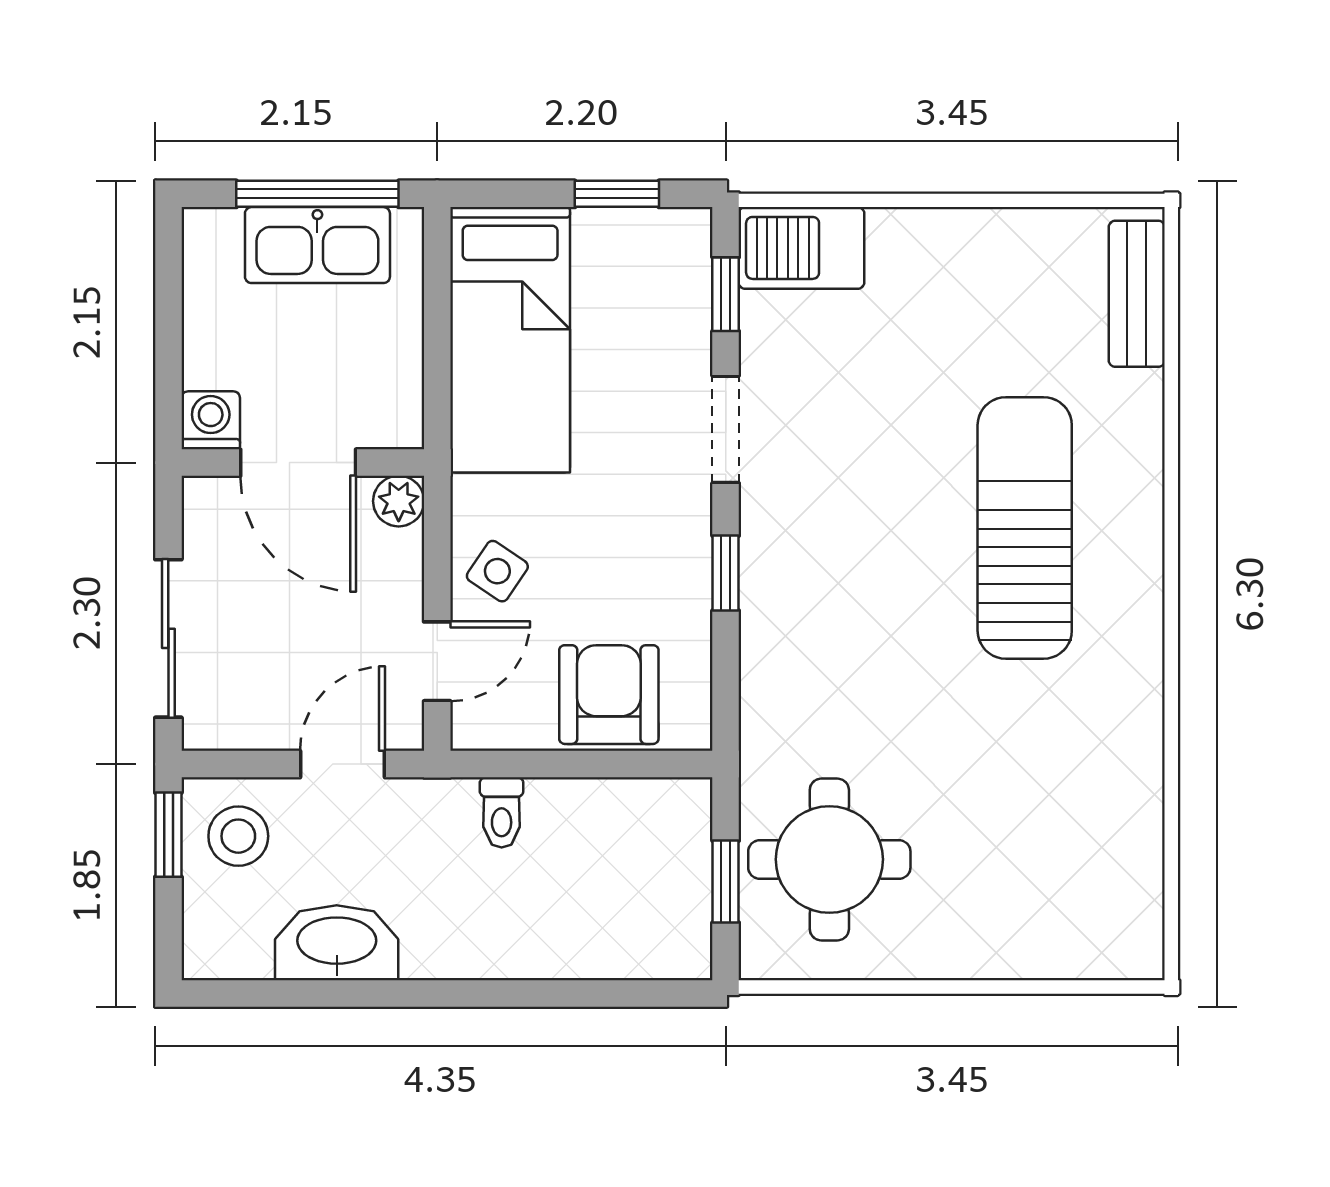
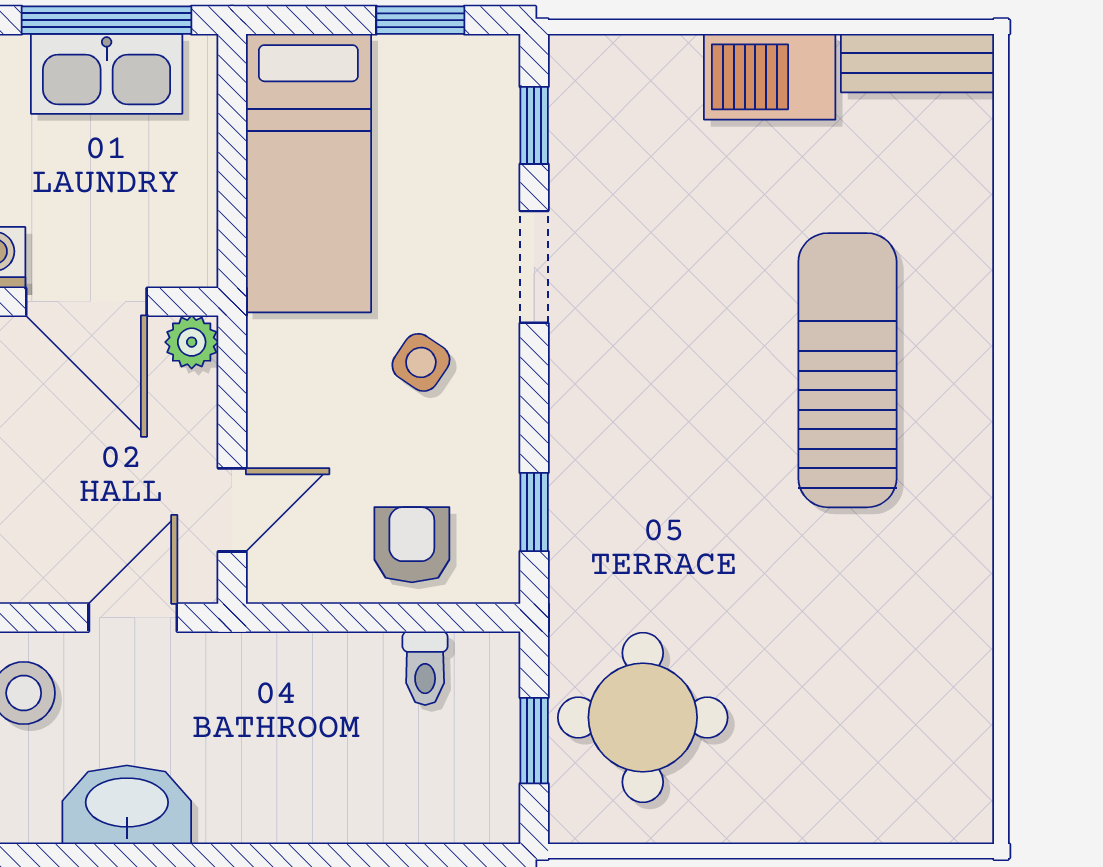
barbecue: (801, 248) -> (770, 77), moved
bench: (1137, 294) -> (918, 63), moved, turned 90
side table: (497, 571) -> (421, 362), moved
window: (726, 573) -> (534, 512), moved
armchair: (609, 695) -> (412, 545), width x0.72, depth x0.72
toilet: (502, 812) -> (425, 668), moved

